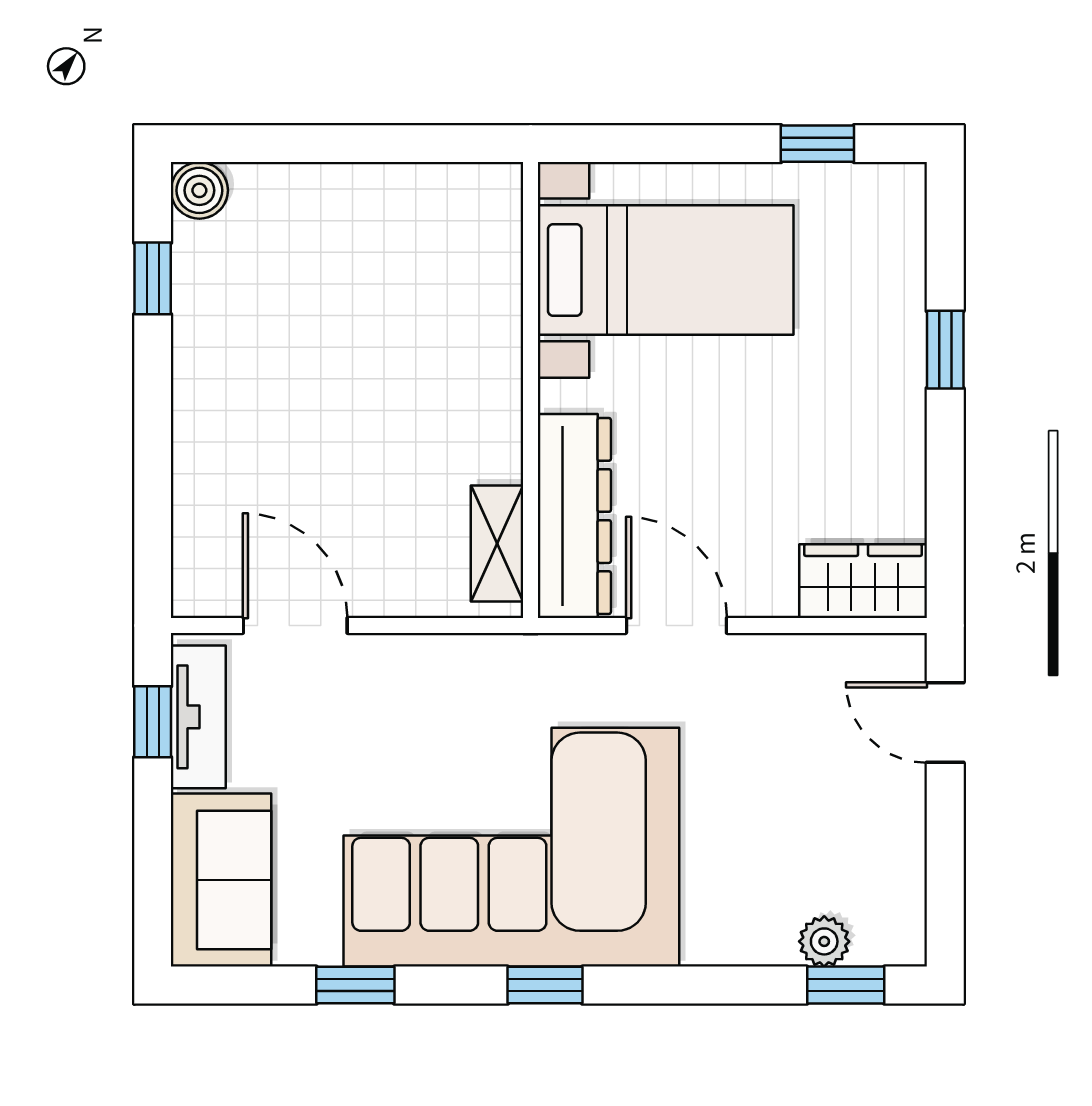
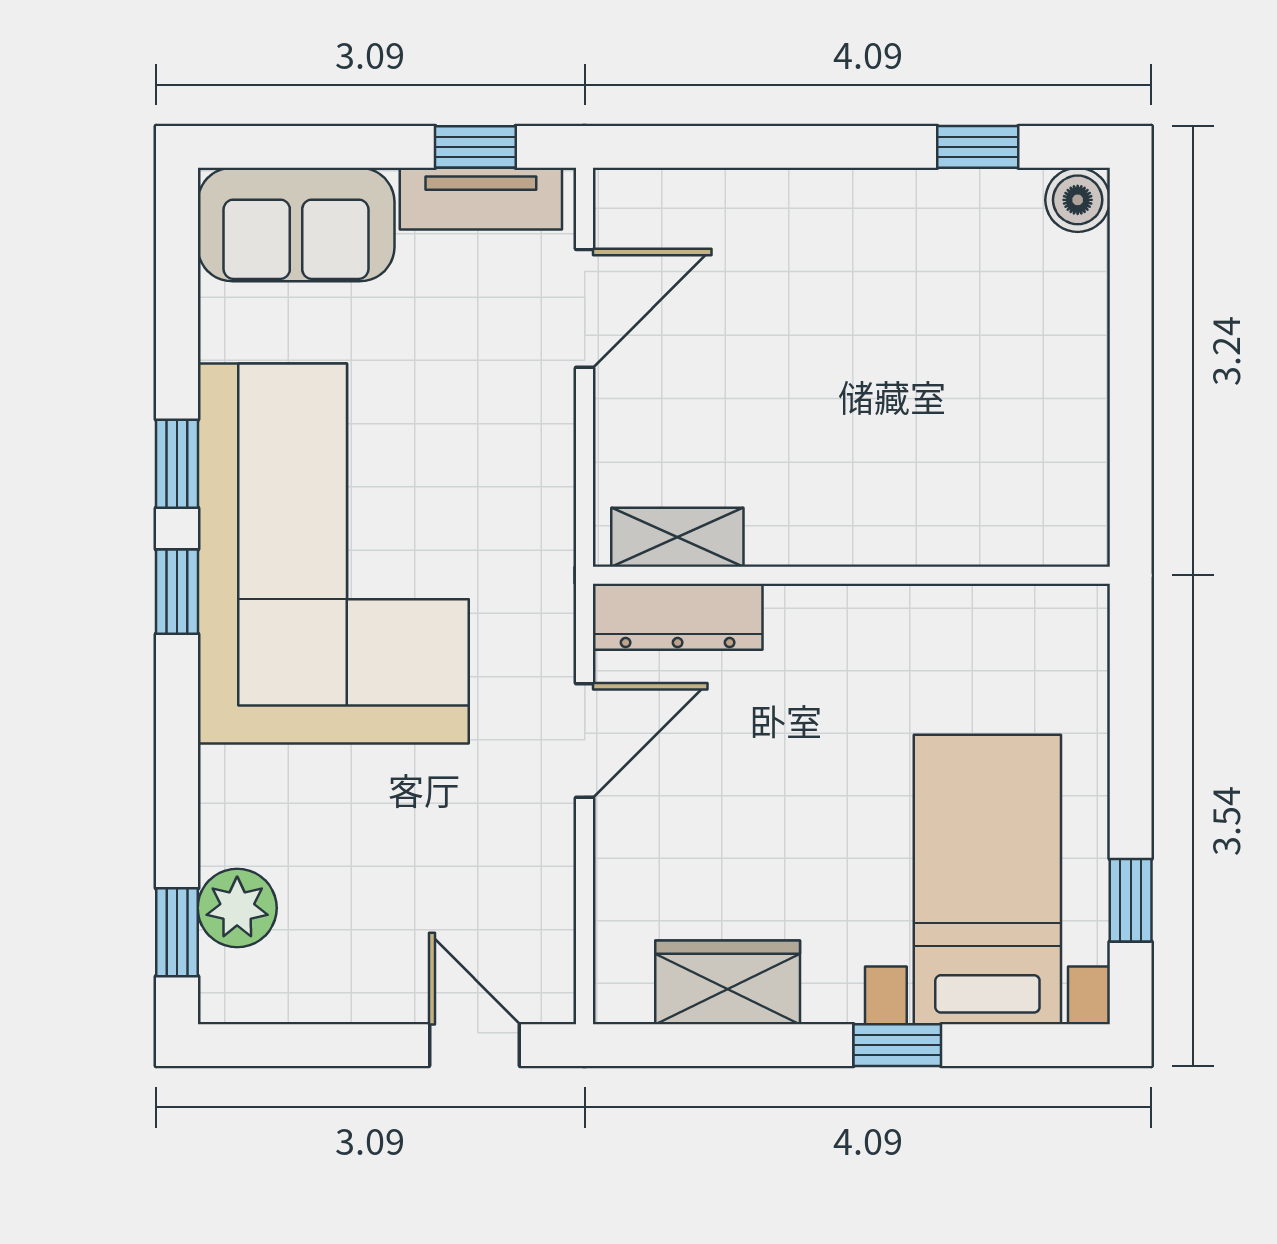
bed with nightstands: (666, 270) -> (987, 879), moved, turned 180
dresser: (574, 516) -> (678, 617), width x0.73, depth x0.80
wardrobe: (863, 581) -> (728, 982), moved, turned -90
door: (945, 723) -> (475, 1045), hinge flipped
plant: (824, 941) -> (237, 908), width x1.38, depth x1.38
window: (355, 985) -> (177, 464), moved

